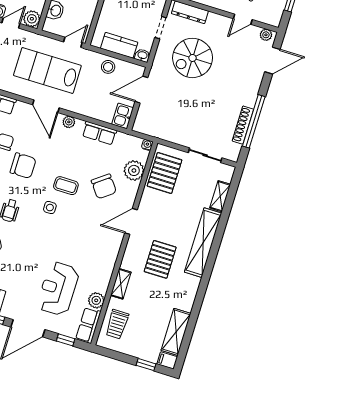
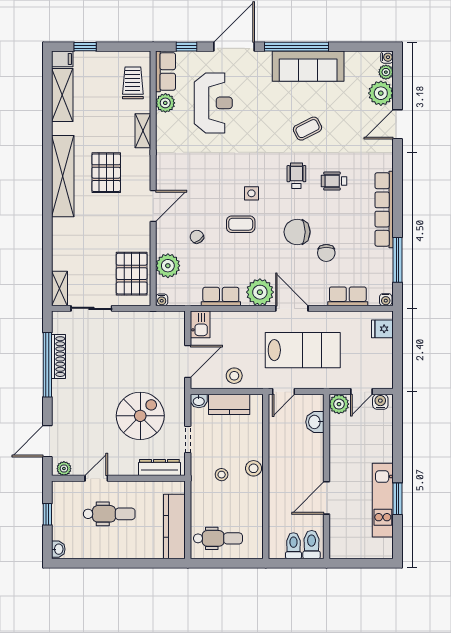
plant: (69, 122) -> (260, 292), width x1.88, depth x1.88
chair: (104, 186) -> (197, 237), width x0.54, depth x0.54
shelving: (220, 196) -> (60, 288), moved
shelving: (203, 243) -> (63, 176), moved

